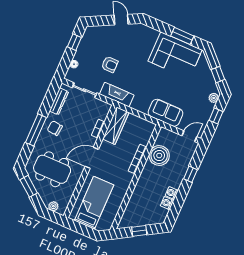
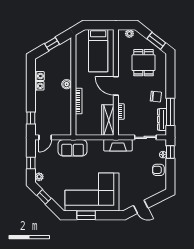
window: (74, 42) -> (170, 152), moved
corner sofa: (175, 55) -> (92, 192), width x1.36, depth x1.36
armchair: (110, 64) -> (158, 170), moved
window: (36, 130) -> (170, 112), moved
boiler: (159, 156) -> (67, 84), moved, width x0.54, depth x0.54
door: (92, 158) -> (116, 86), swing flipped
dining table: (52, 169) -> (144, 63), width x0.73
window: (190, 174) -> (31, 118), moved

